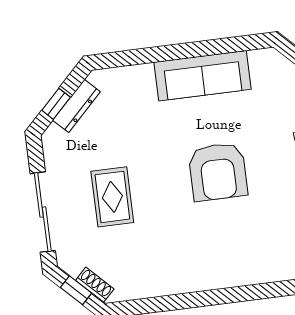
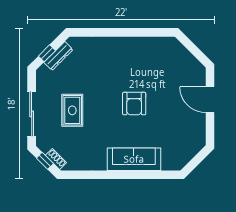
sofa: (202, 76) -> (134, 159), moved, turned 180
armchair: (218, 172) -> (134, 104), width x0.73, depth x0.73

